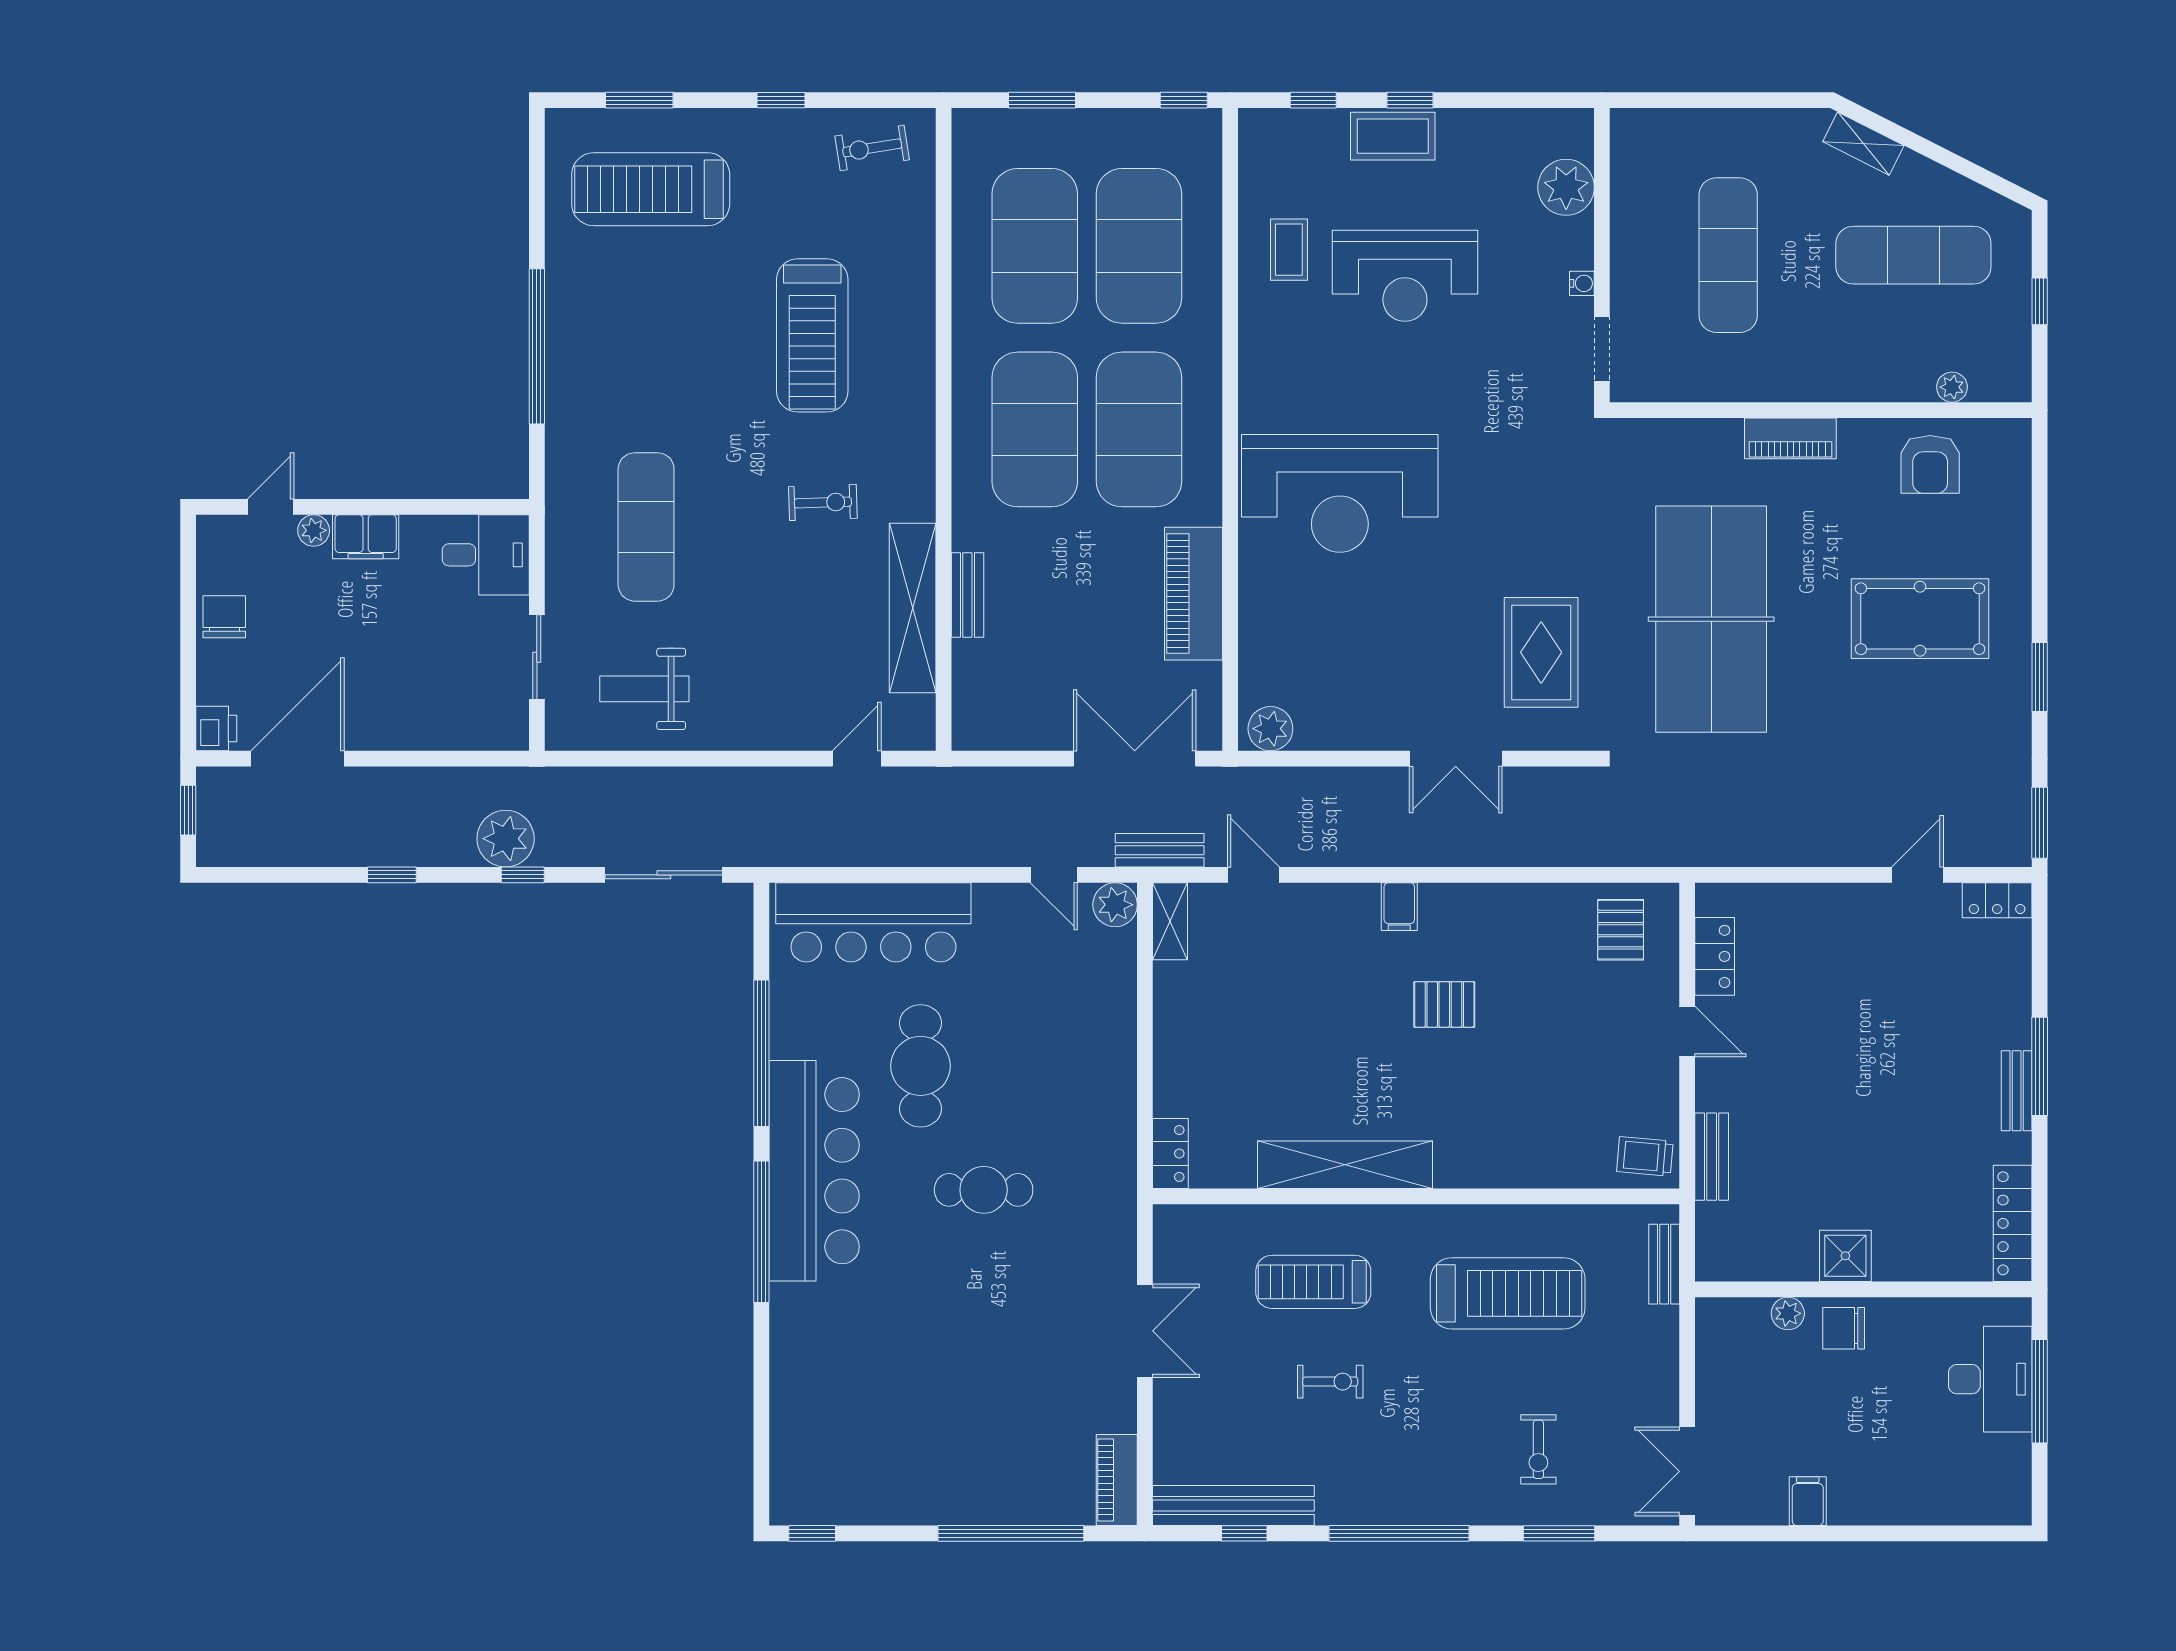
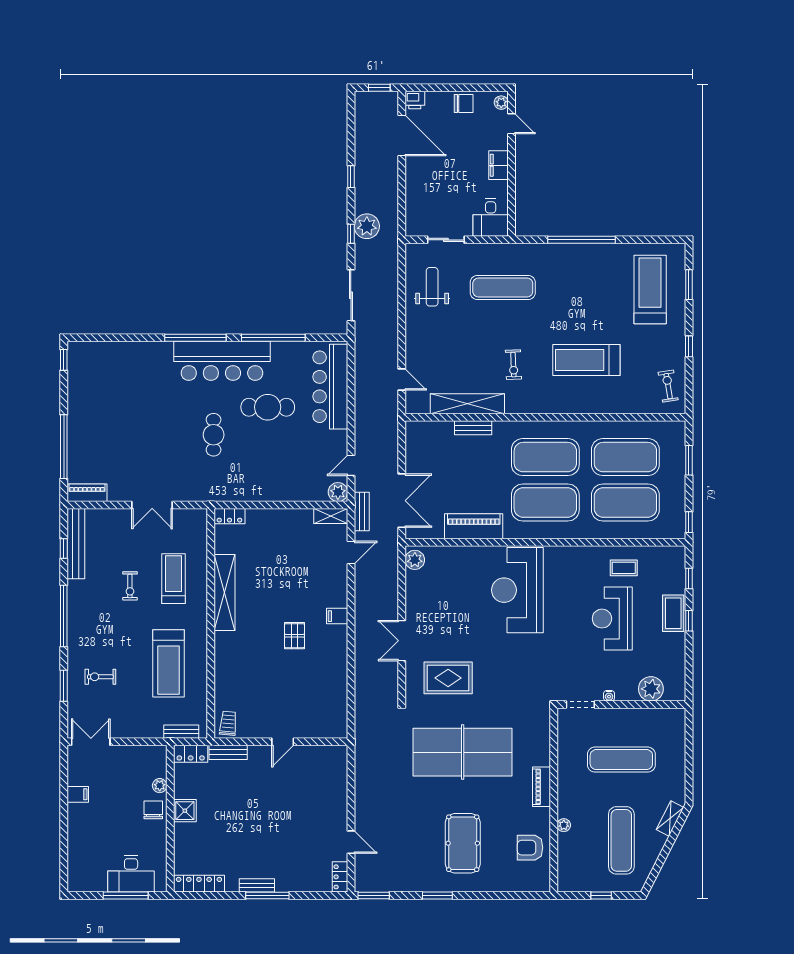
plant: (1952, 387) -> (564, 825), moved
plant: (314, 530) -> (501, 103), moved
pallet: (1621, 930) -> (327, 713), removed
locker: (1715, 956) -> (191, 754), moved

